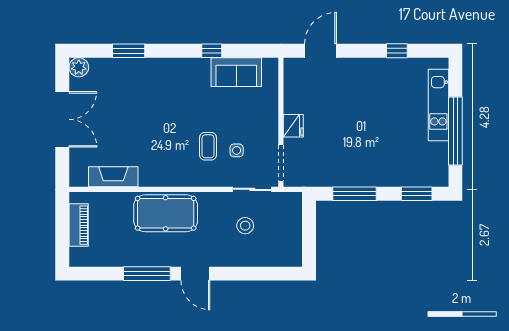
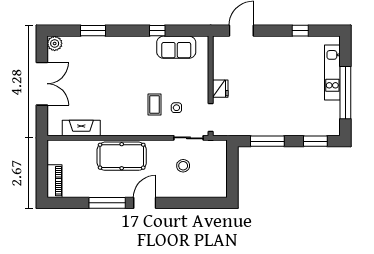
piano: (79, 225) -> (54, 181), moved
door: (195, 274) -> (145, 203), swing flipped

